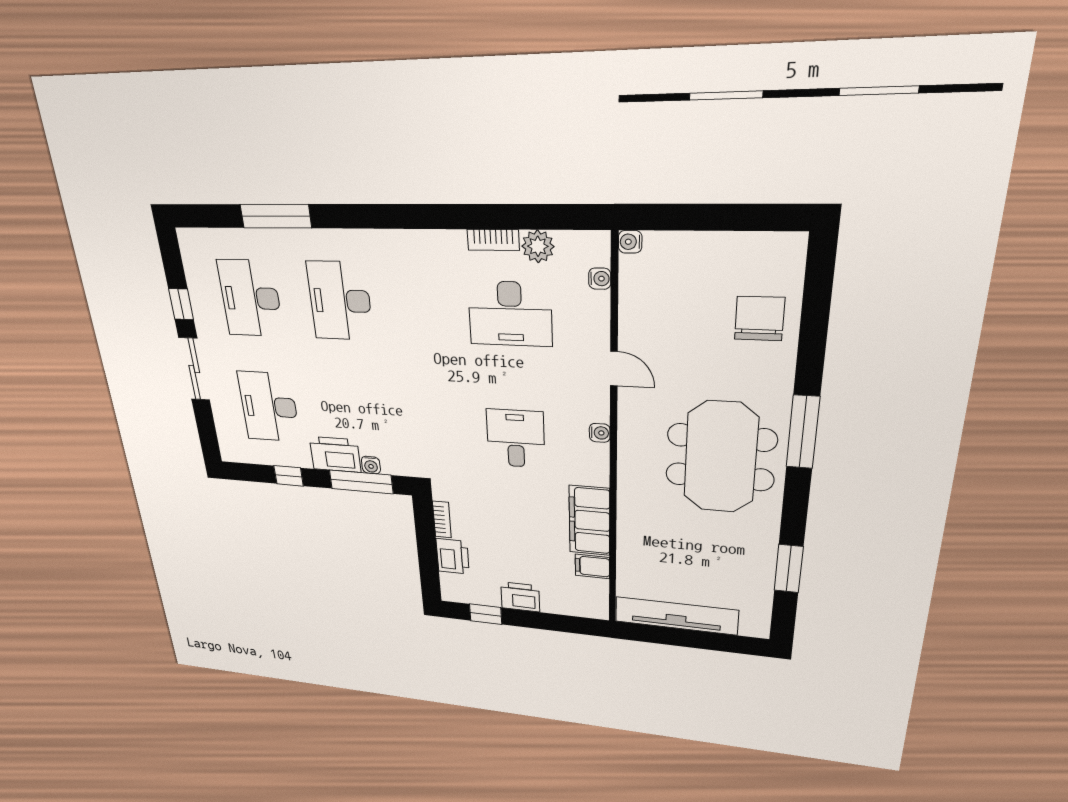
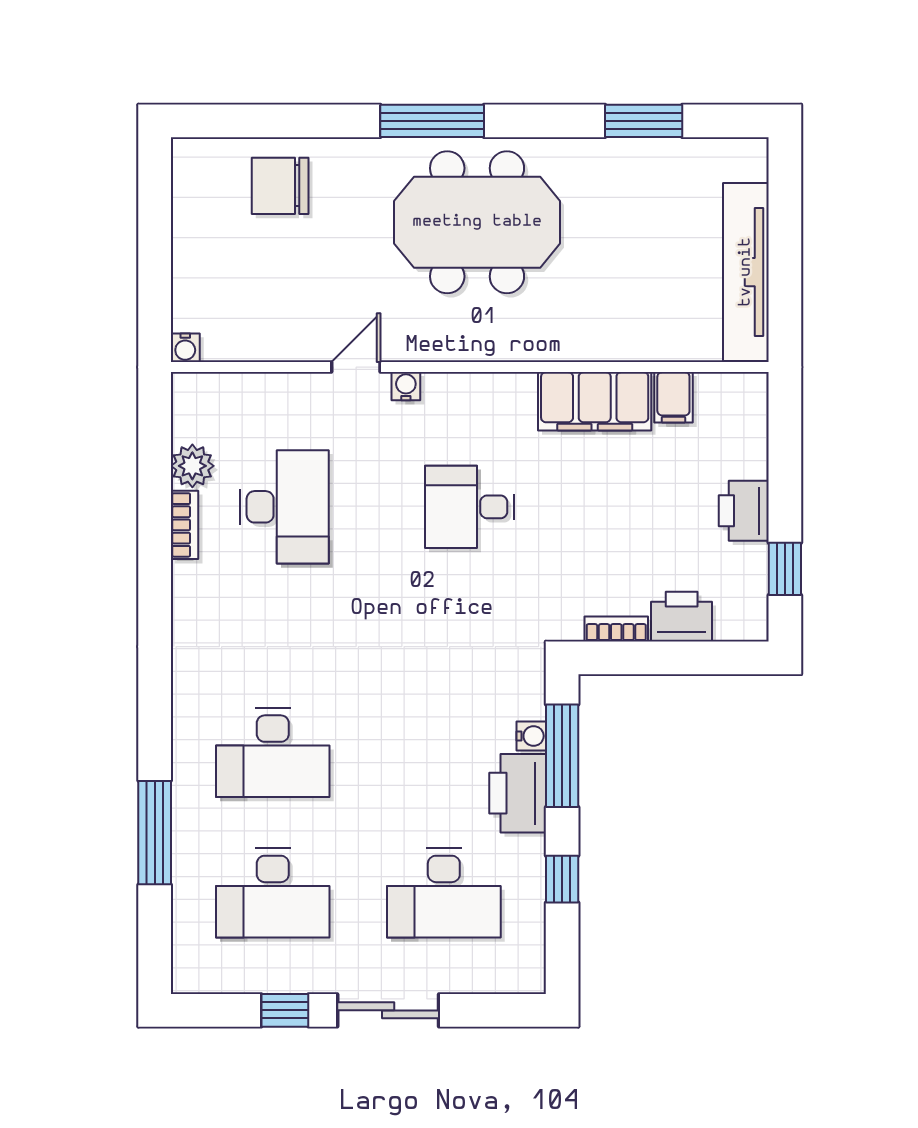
water cooler: (600, 279) -> (233, 386), removed
water cooler: (600, 433) -> (406, 386), moved

